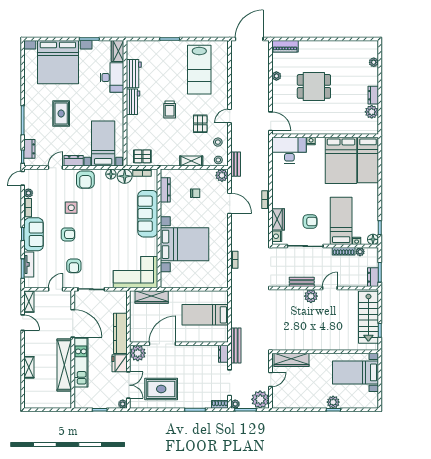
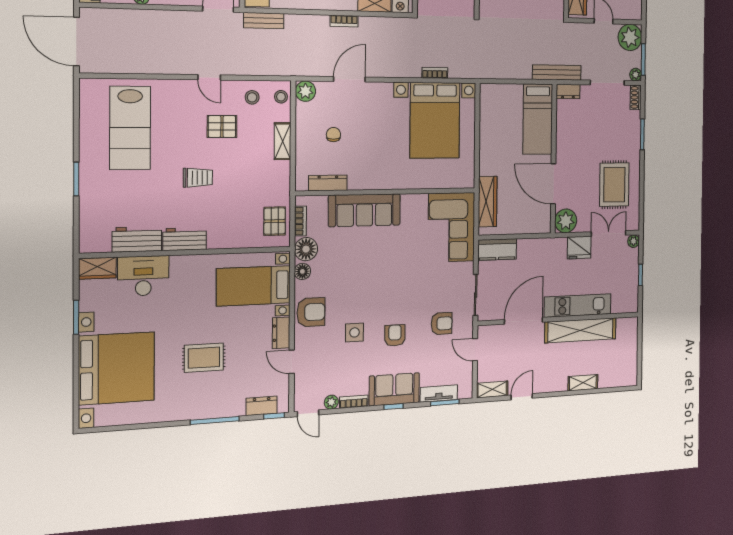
lab bench: (199, 70) -> (130, 128), turned 90
bench: (236, 164) -> (264, 21), moved
bed with nightstands: (185, 244) -> (435, 120), moved, turned 180
bed: (205, 315) -> (538, 119), moved
kitchen counter: (120, 333) -> (497, 249), moved, width x0.67

